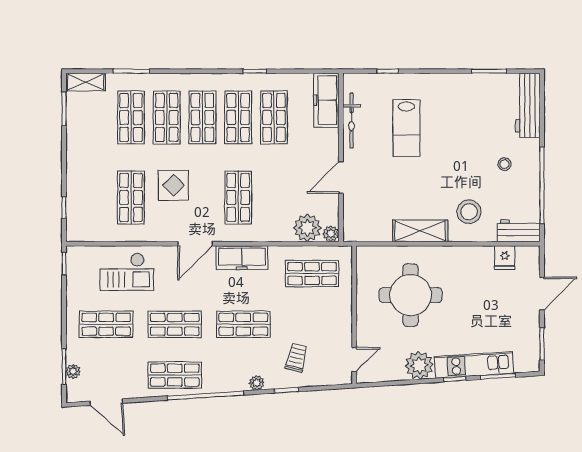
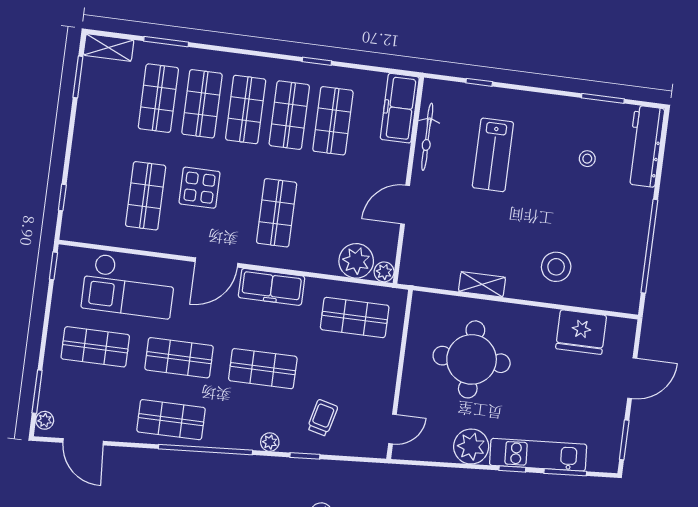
stool: (505, 164) -> (587, 159), moved
shelving: (420, 231) -> (482, 284), width x0.67, depth x0.75
workbench: (519, 231) -> (614, 298), removed
fridge: (505, 258) -> (581, 332), width x1.88, depth x1.34
checkout: (127, 272) -> (129, 286), width x1.36, depth x1.21
plant: (73, 371) -> (45, 420), moved

